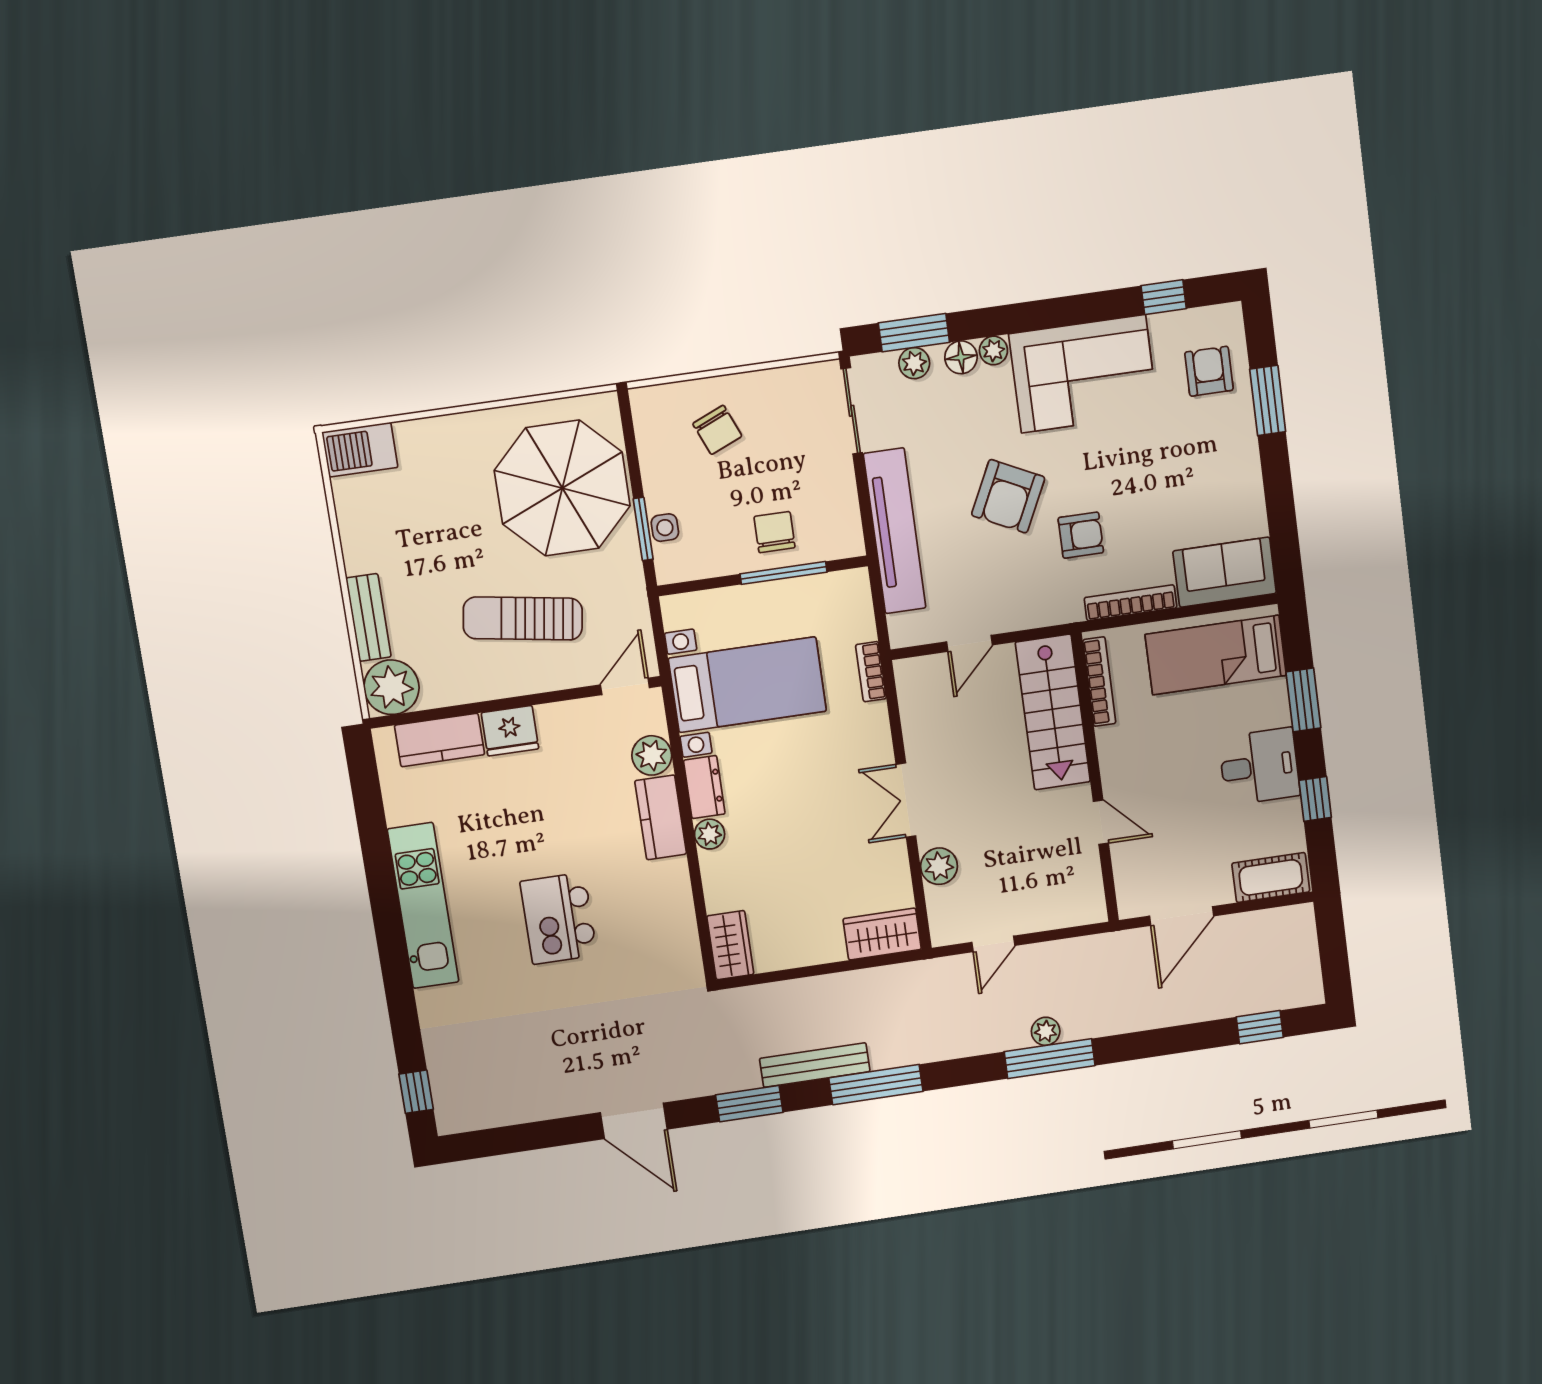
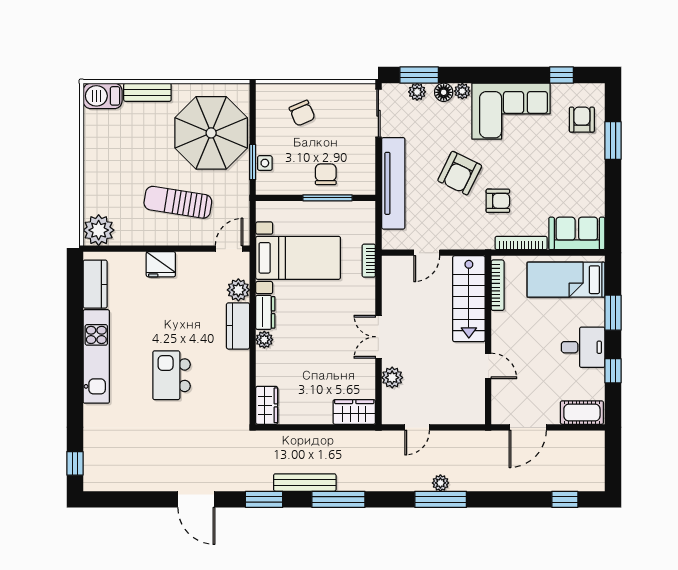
bench: (368, 617) -> (147, 92), moved, turned 90
kitchen counter: (440, 740) -> (95, 284), moved, turned -90

